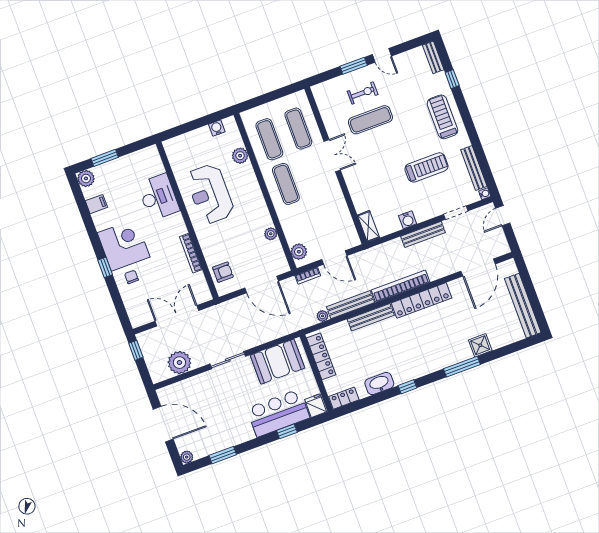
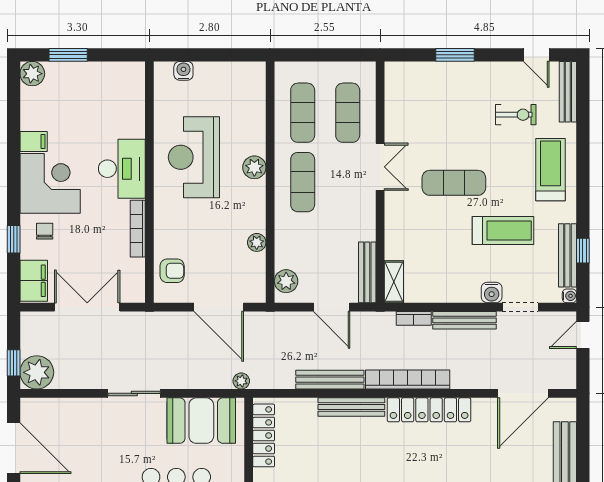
door: (382, 55) -> (536, 55), moved
bench: (433, 57) -> (568, 92), width x1.36
window: (452, 79) -> (583, 251), moved
exercise bike: (363, 93) -> (516, 115), moved
exercise mat: (370, 120) -> (454, 183), moved
water cooler: (217, 128) -> (183, 71), moved
plant: (240, 156) -> (254, 167), moved
desk: (158, 197) -> (122, 169), moved
filing cabinet: (96, 204) -> (34, 141), moved
water cooler: (408, 220) -> (492, 292), moved
bench: (349, 227) -> (367, 272), added
window: (105, 267) -> (14, 239), moved
bookcase: (308, 276) -> (414, 318), moved
filing cabinet: (136, 312) -> (34, 281), added
plant: (323, 316) -> (241, 381), moved
window: (136, 350) -> (14, 363), moved
plant: (179, 363) -> (37, 372), moved

